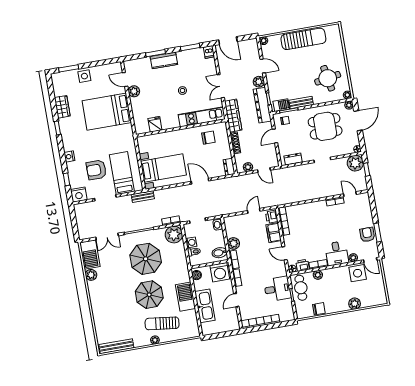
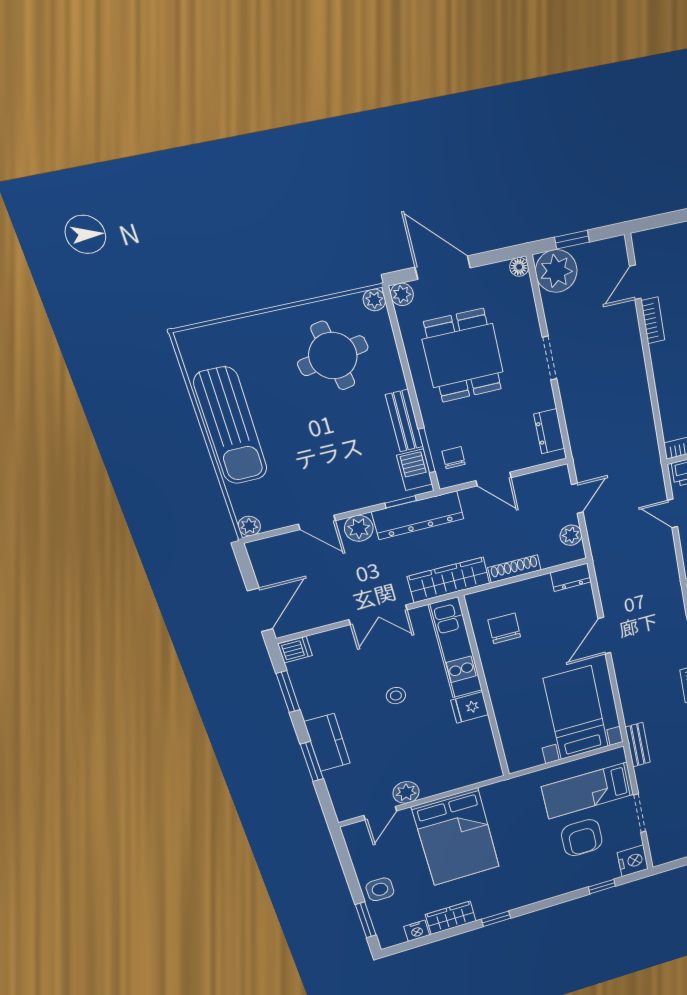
sun lounger: (303, 39) -> (231, 426), turned 180
door: (263, 66) -> (317, 522), swing flipped
fridge: (155, 124) -> (470, 707), moved
nightstand: (69, 157) -> (417, 931), moved

